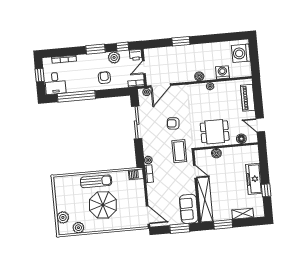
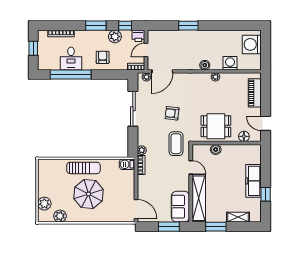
desk: (55, 83) -> (71, 59), moved

